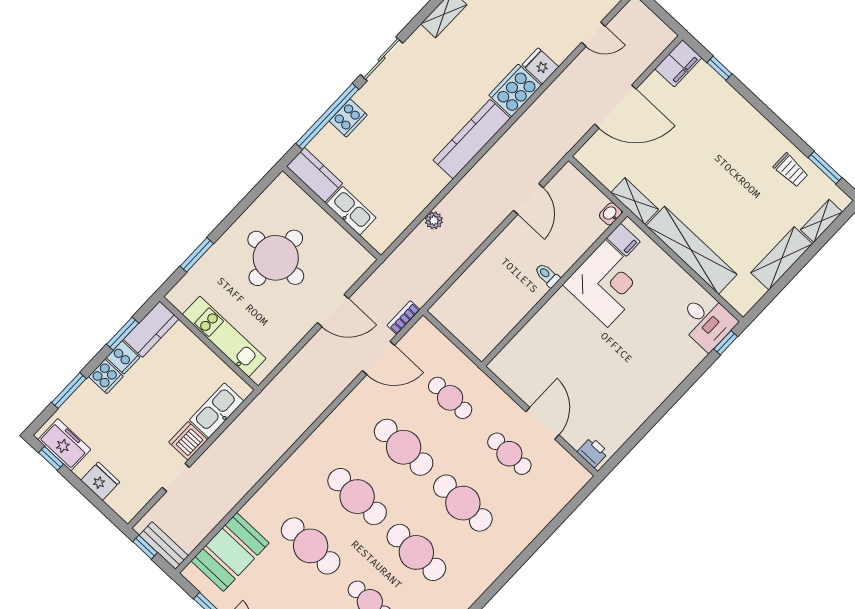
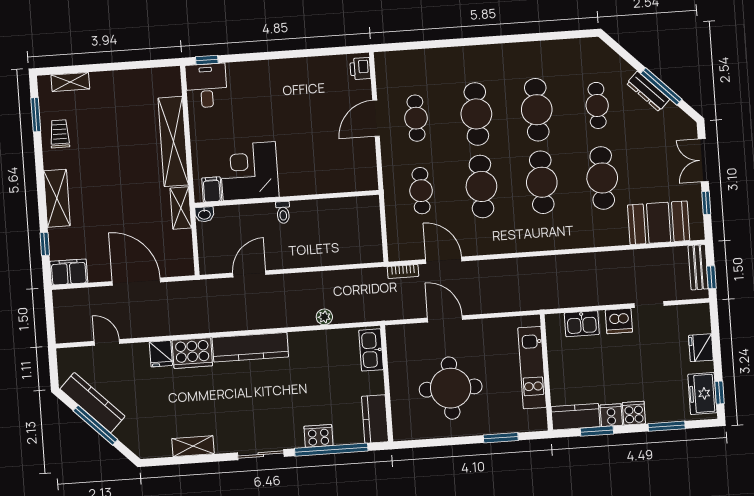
kitchen sink: (351, 211) -> (371, 350), moved
shelving: (782, 258) -> (57, 198), moved, turned 90
kitchen sink: (217, 410) -> (582, 324), width x0.73

